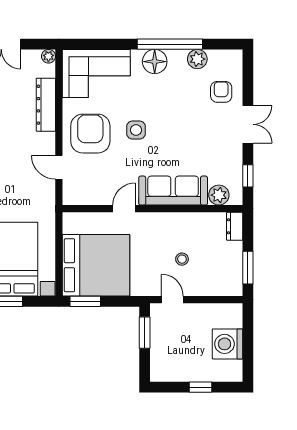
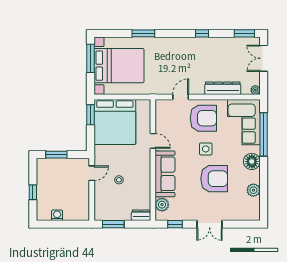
window: (170, 44) -> (264, 134), moved
armchair: (221, 92) -> (214, 179), moved, width x1.88, depth x1.88
window: (145, 333) -> (56, 155), moved
washing machine: (228, 344) -> (57, 215), width x0.53, depth x0.53

